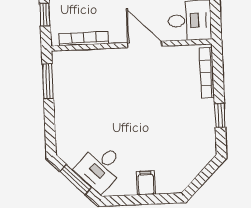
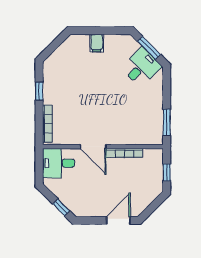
bookcase: (84, 39) -> (124, 153), moved
desk: (100, 167) -> (141, 67), moved

